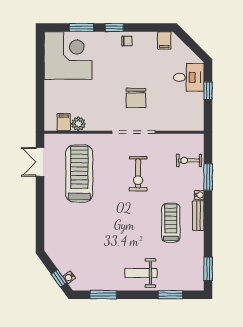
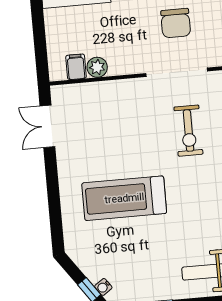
treadmill: (79, 174) -> (124, 198), moved, turned -90

